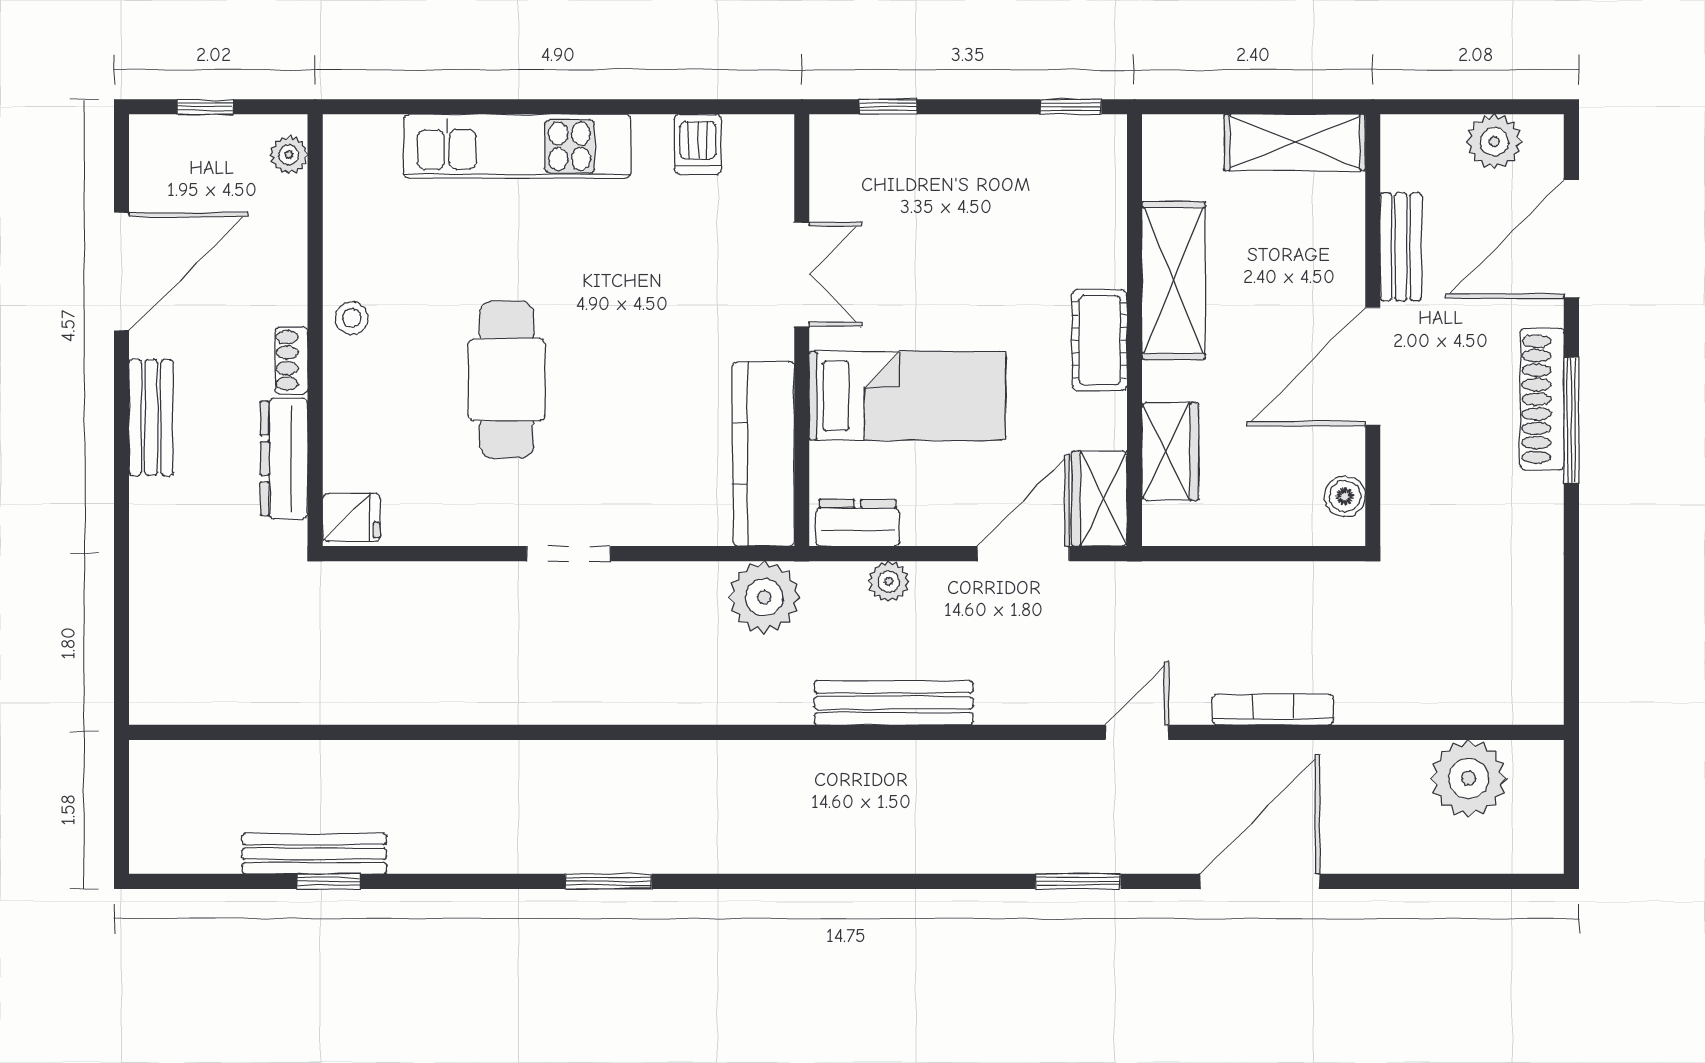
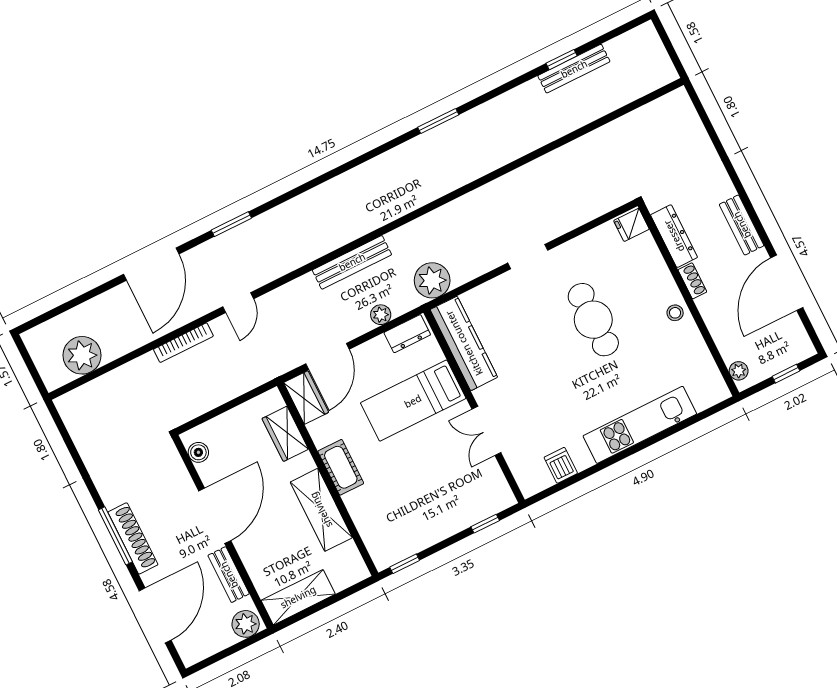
plant: (1494, 142) -> (246, 624), moved

